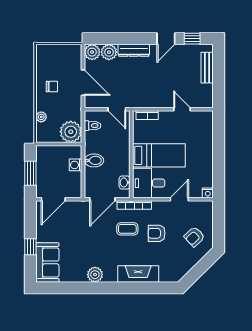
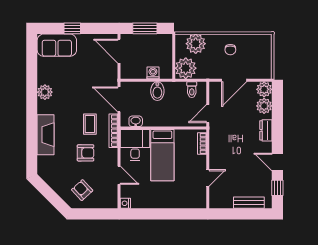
dresser: (134, 50) -> (266, 130), width x0.70
plant: (41, 117) -> (196, 44), width x1.88, depth x1.88
armchair: (157, 233) -> (86, 153), turned 90

